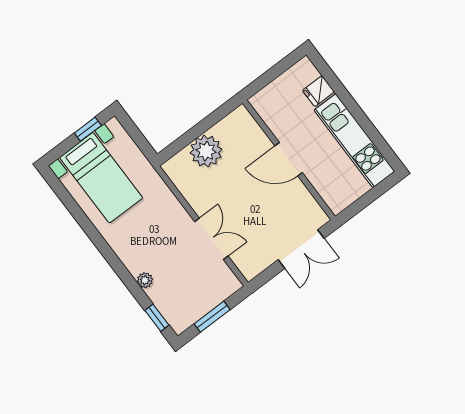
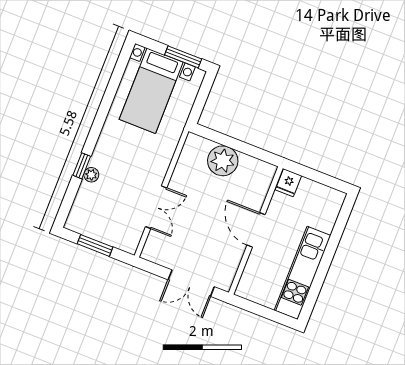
fridge: (318, 91) -> (288, 183), moved, turned -90
window: (88, 129) -> (183, 57), width x1.50
window: (157, 318) -> (82, 166), moved

